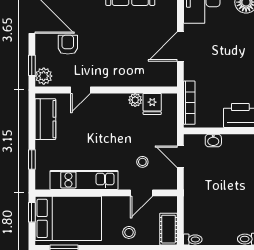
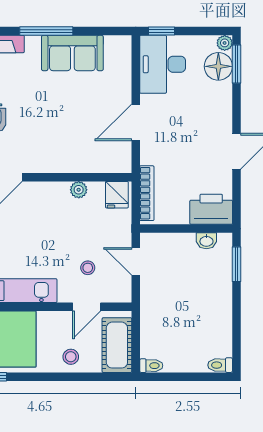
fridge: (152, 104) -> (117, 195), moved
washbasin: (213, 141) -> (206, 241), moved
cot: (169, 229) -> (117, 345), width x1.37, depth x1.34

